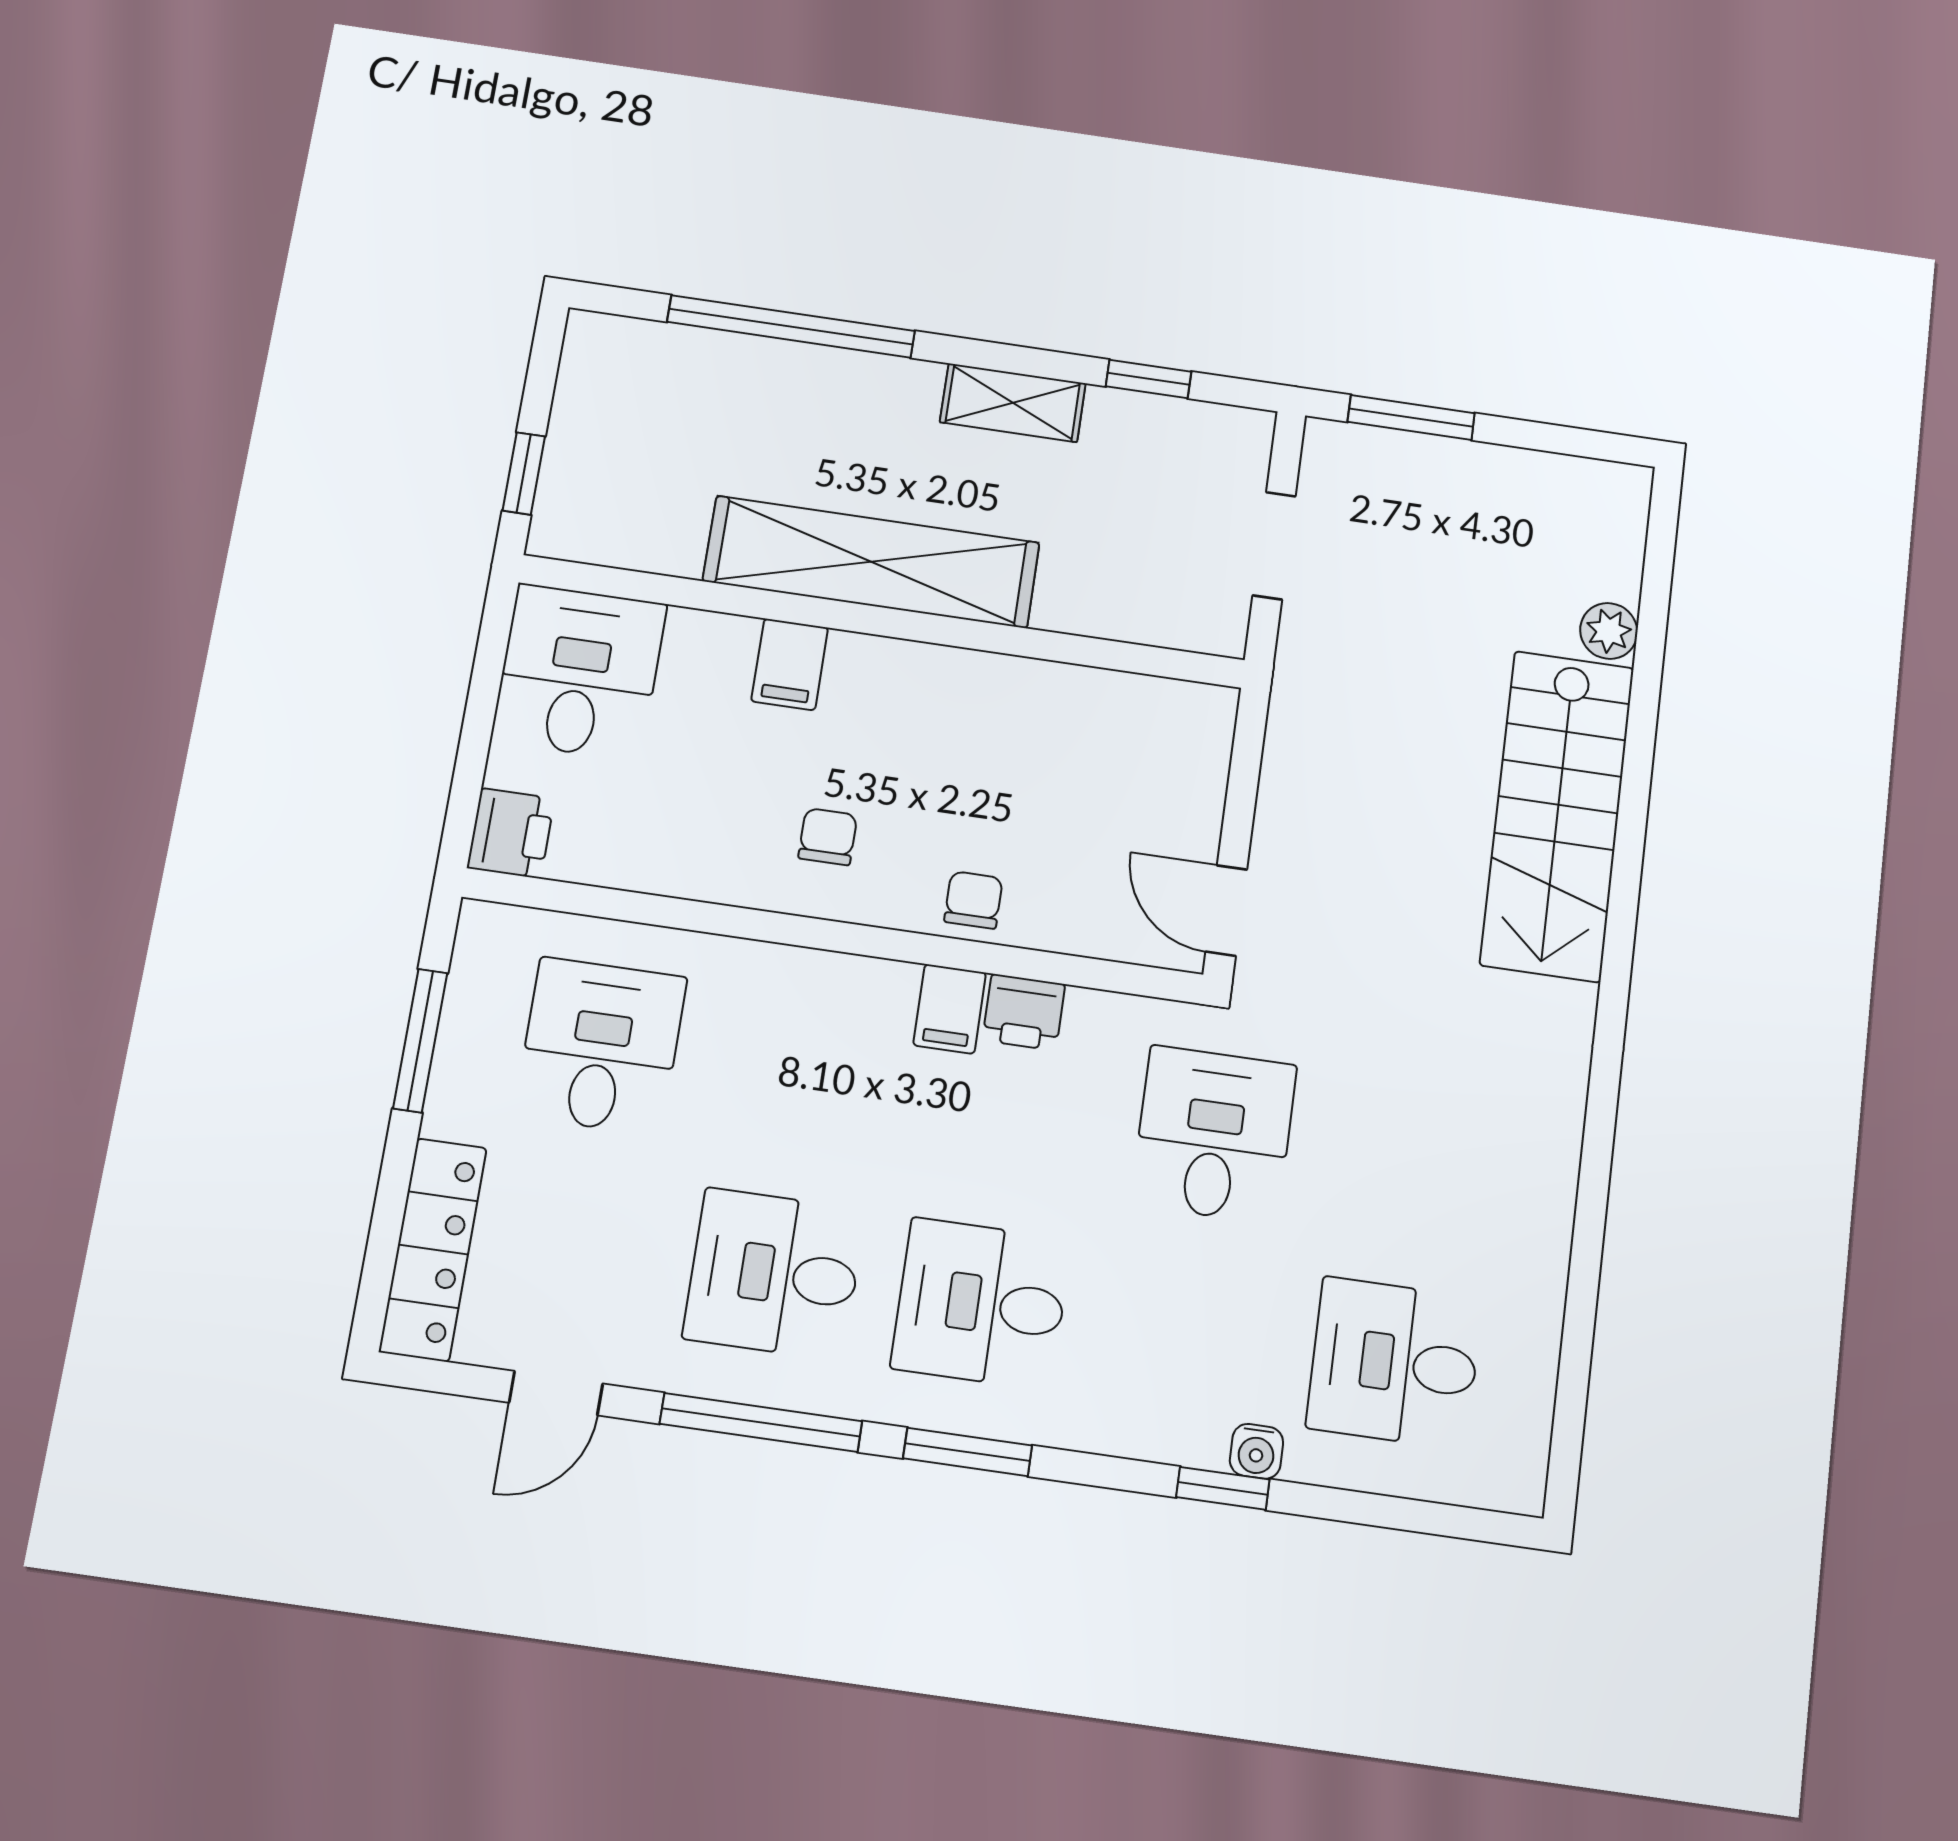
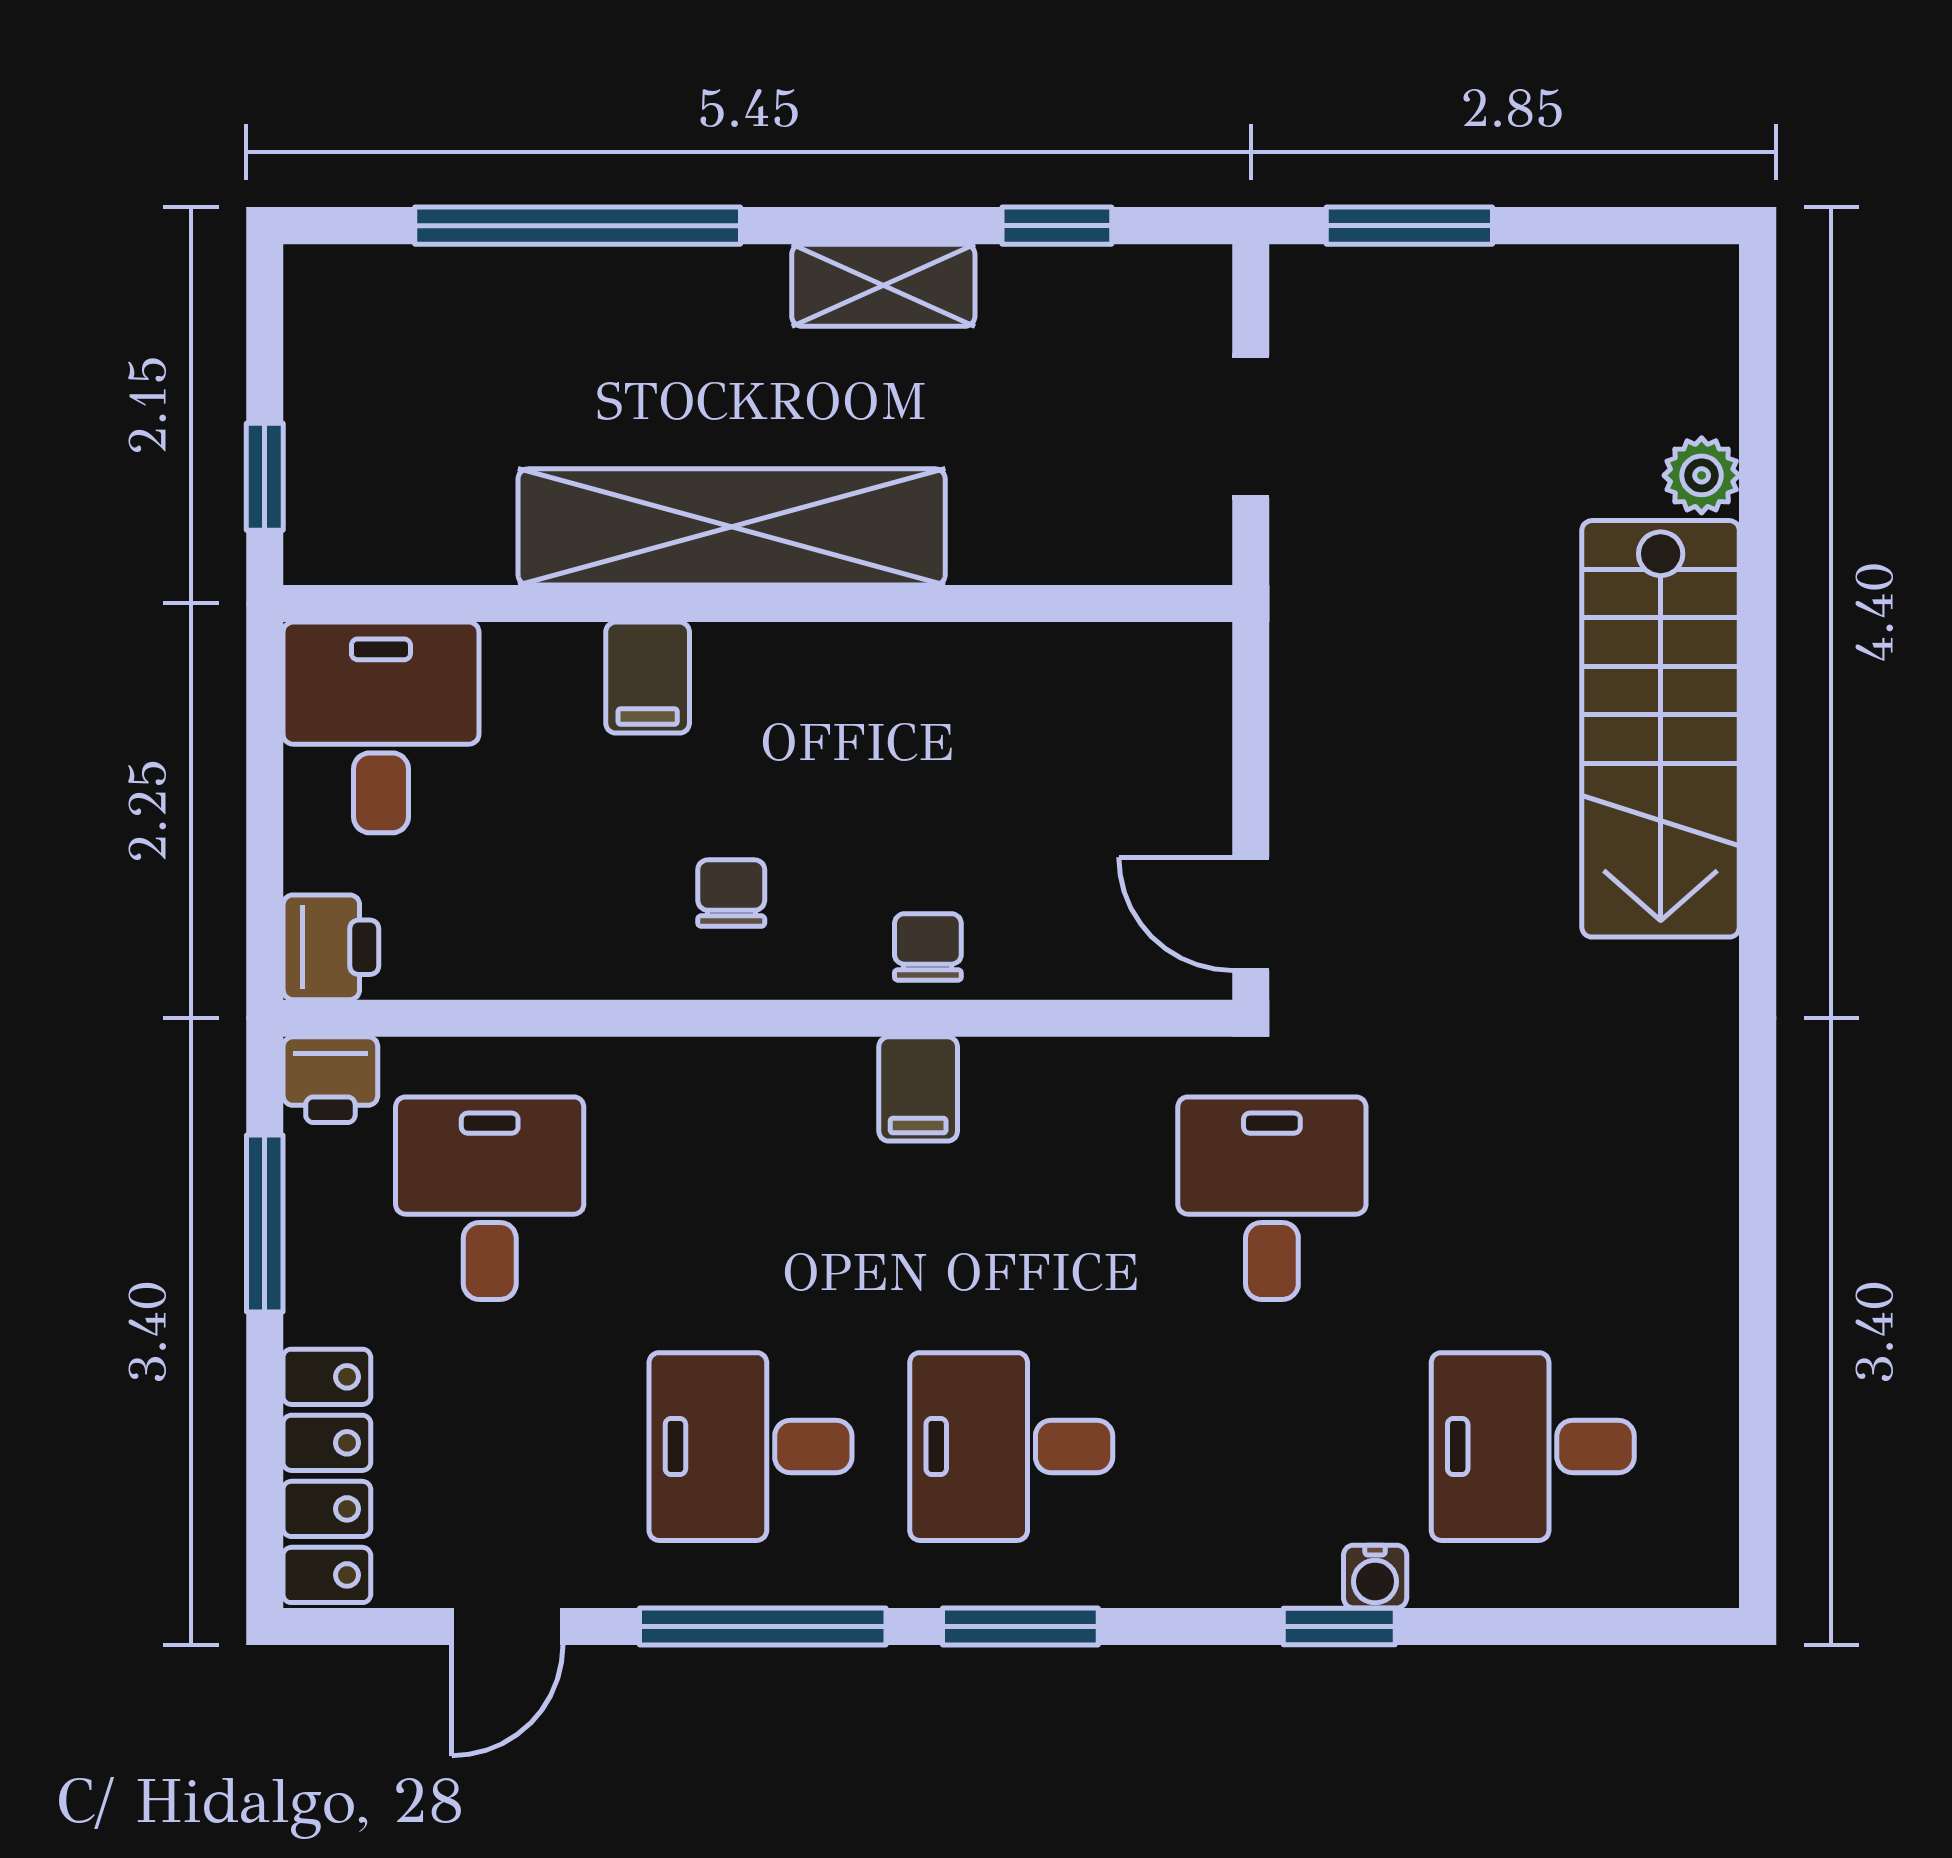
printer: (1024, 1012) -> (330, 1080), moved

